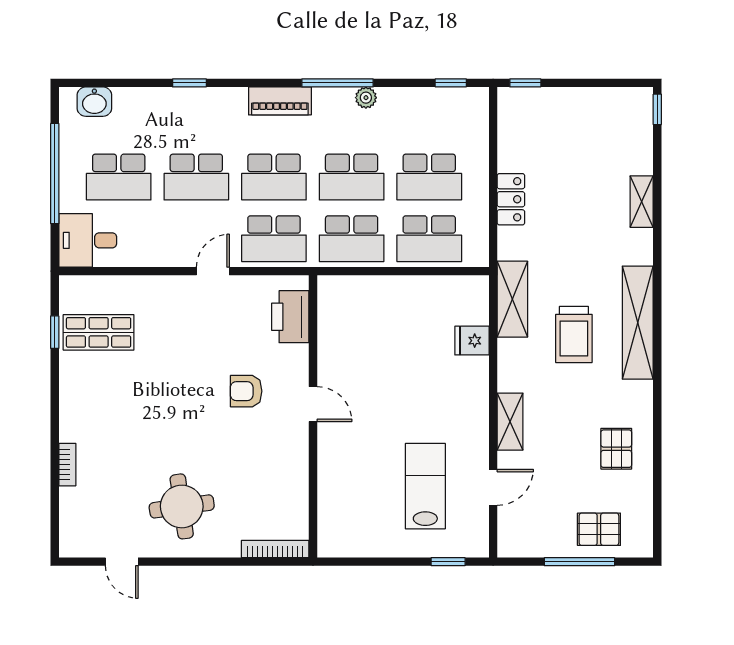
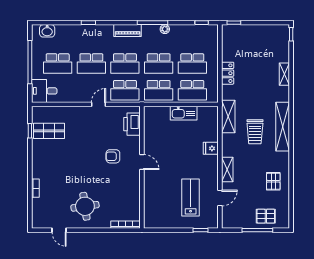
kitchen sink: (409, 291) -> (184, 113), added
fridge: (472, 341) -> (211, 148), moved

